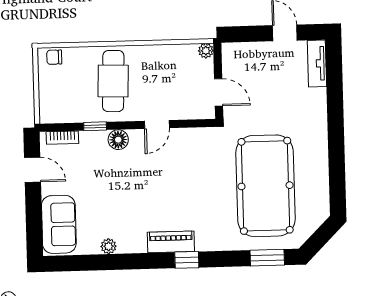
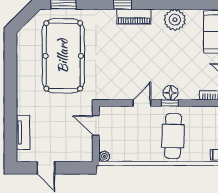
tv unit: (317, 63) -> (23, 133), moved
window: (95, 126) -> (170, 103), moved
plant: (109, 246) -> (175, 20), width x1.88, depth x1.88

